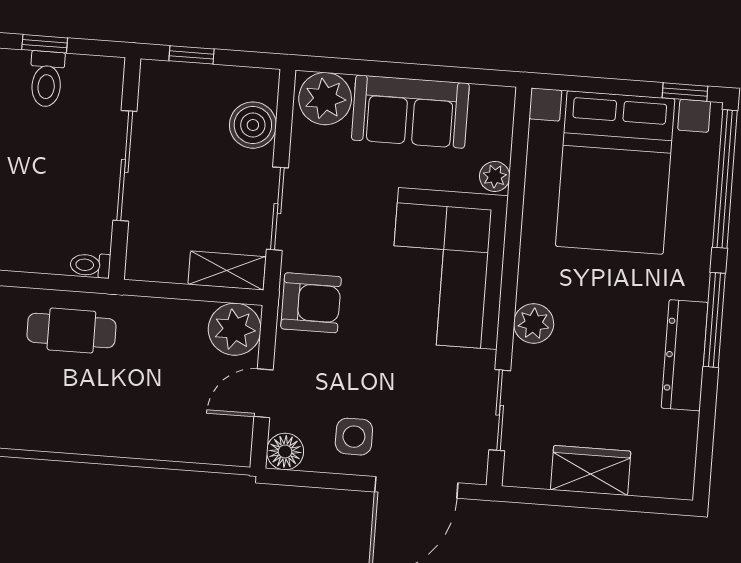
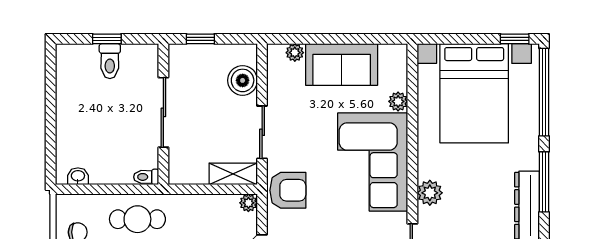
plant: (325, 99) -> (295, 53), width x0.53, depth x0.53
plant: (235, 329) -> (248, 203), width x0.53, depth x0.53

